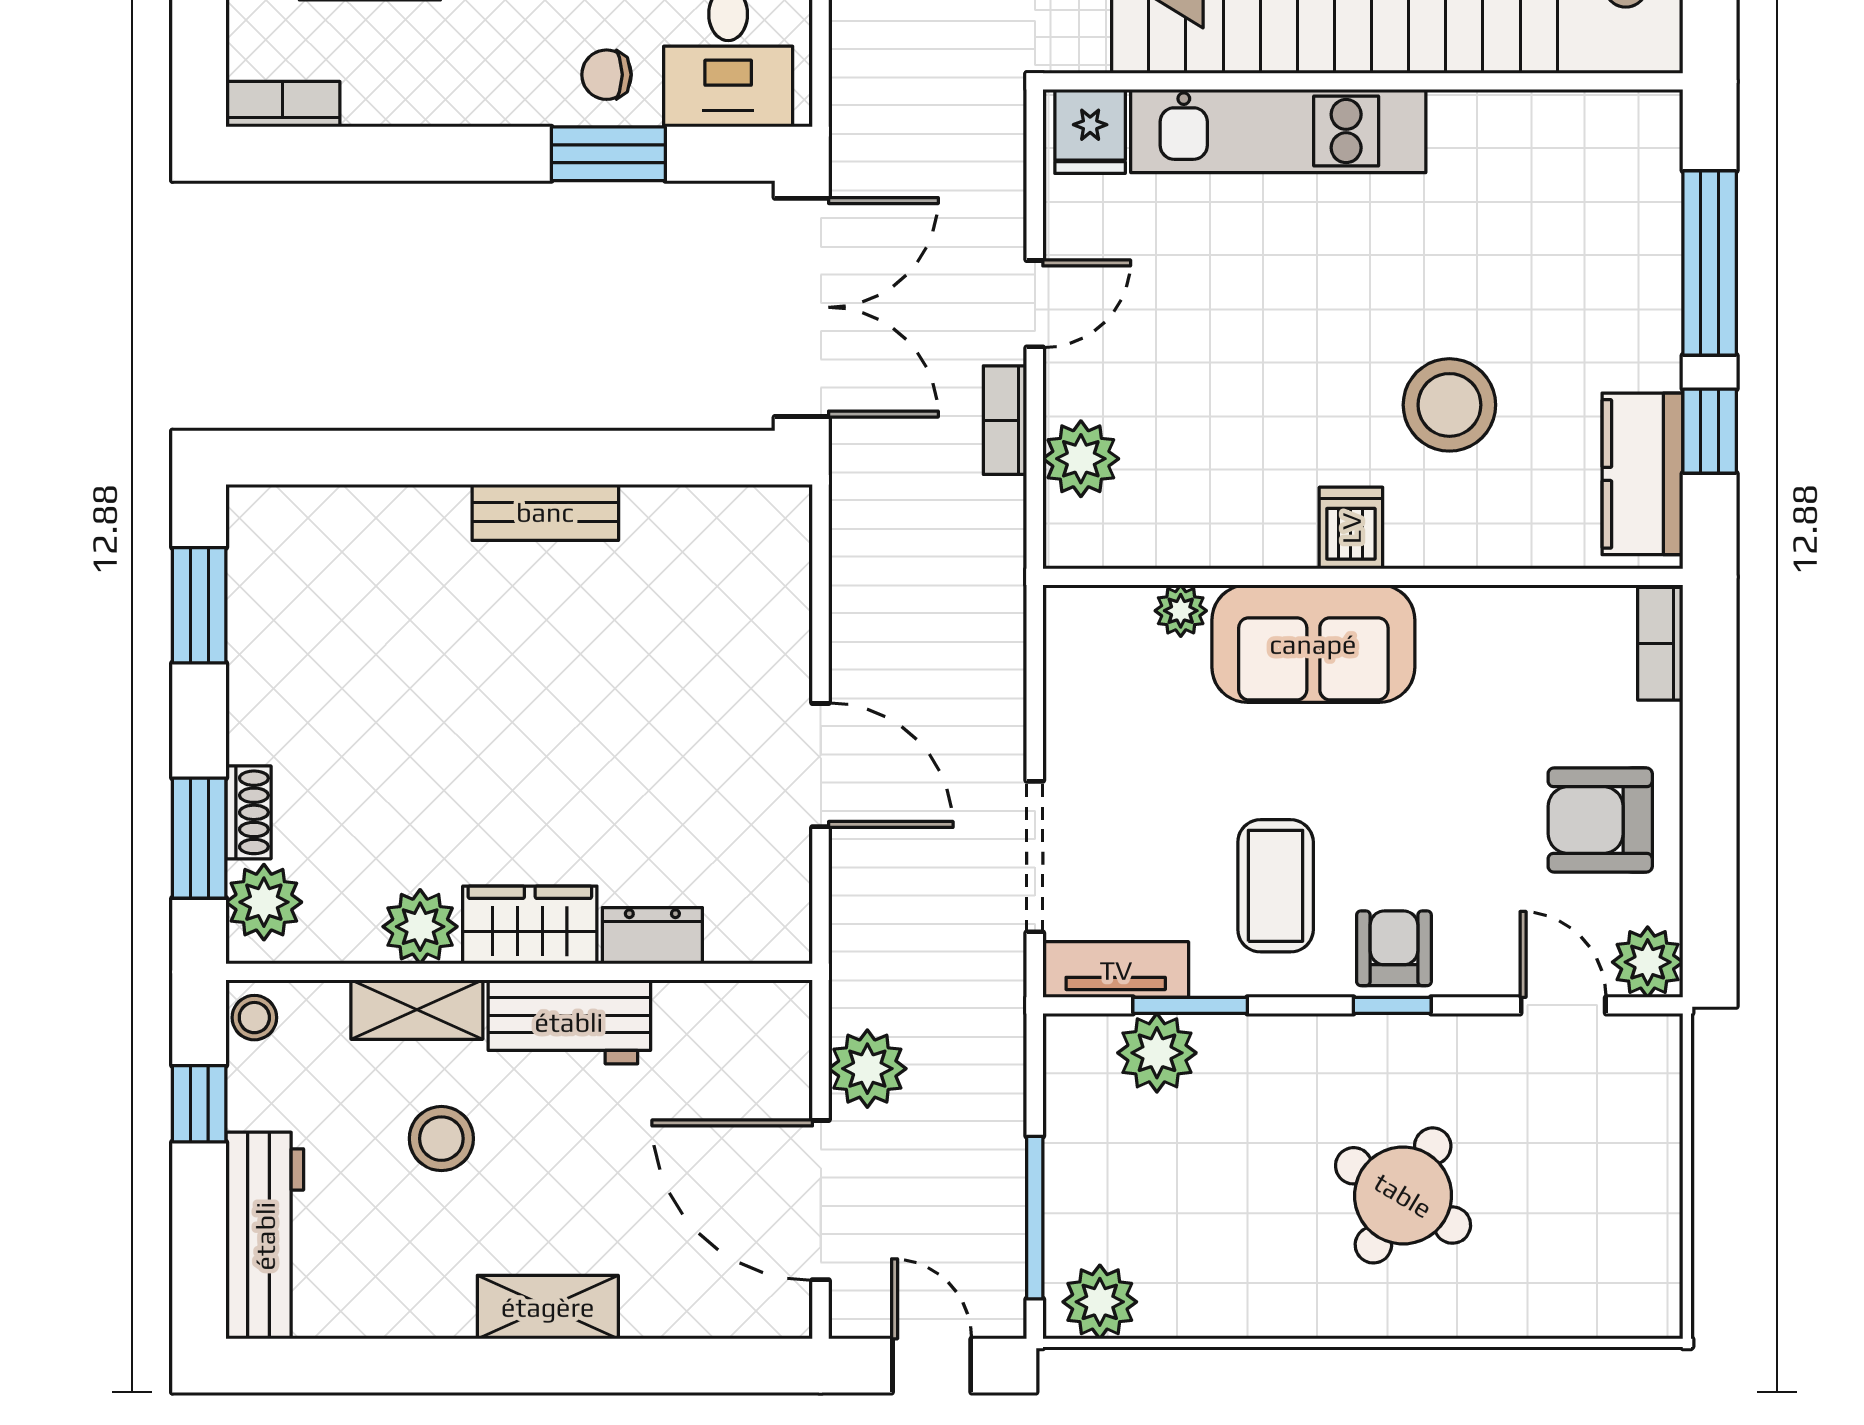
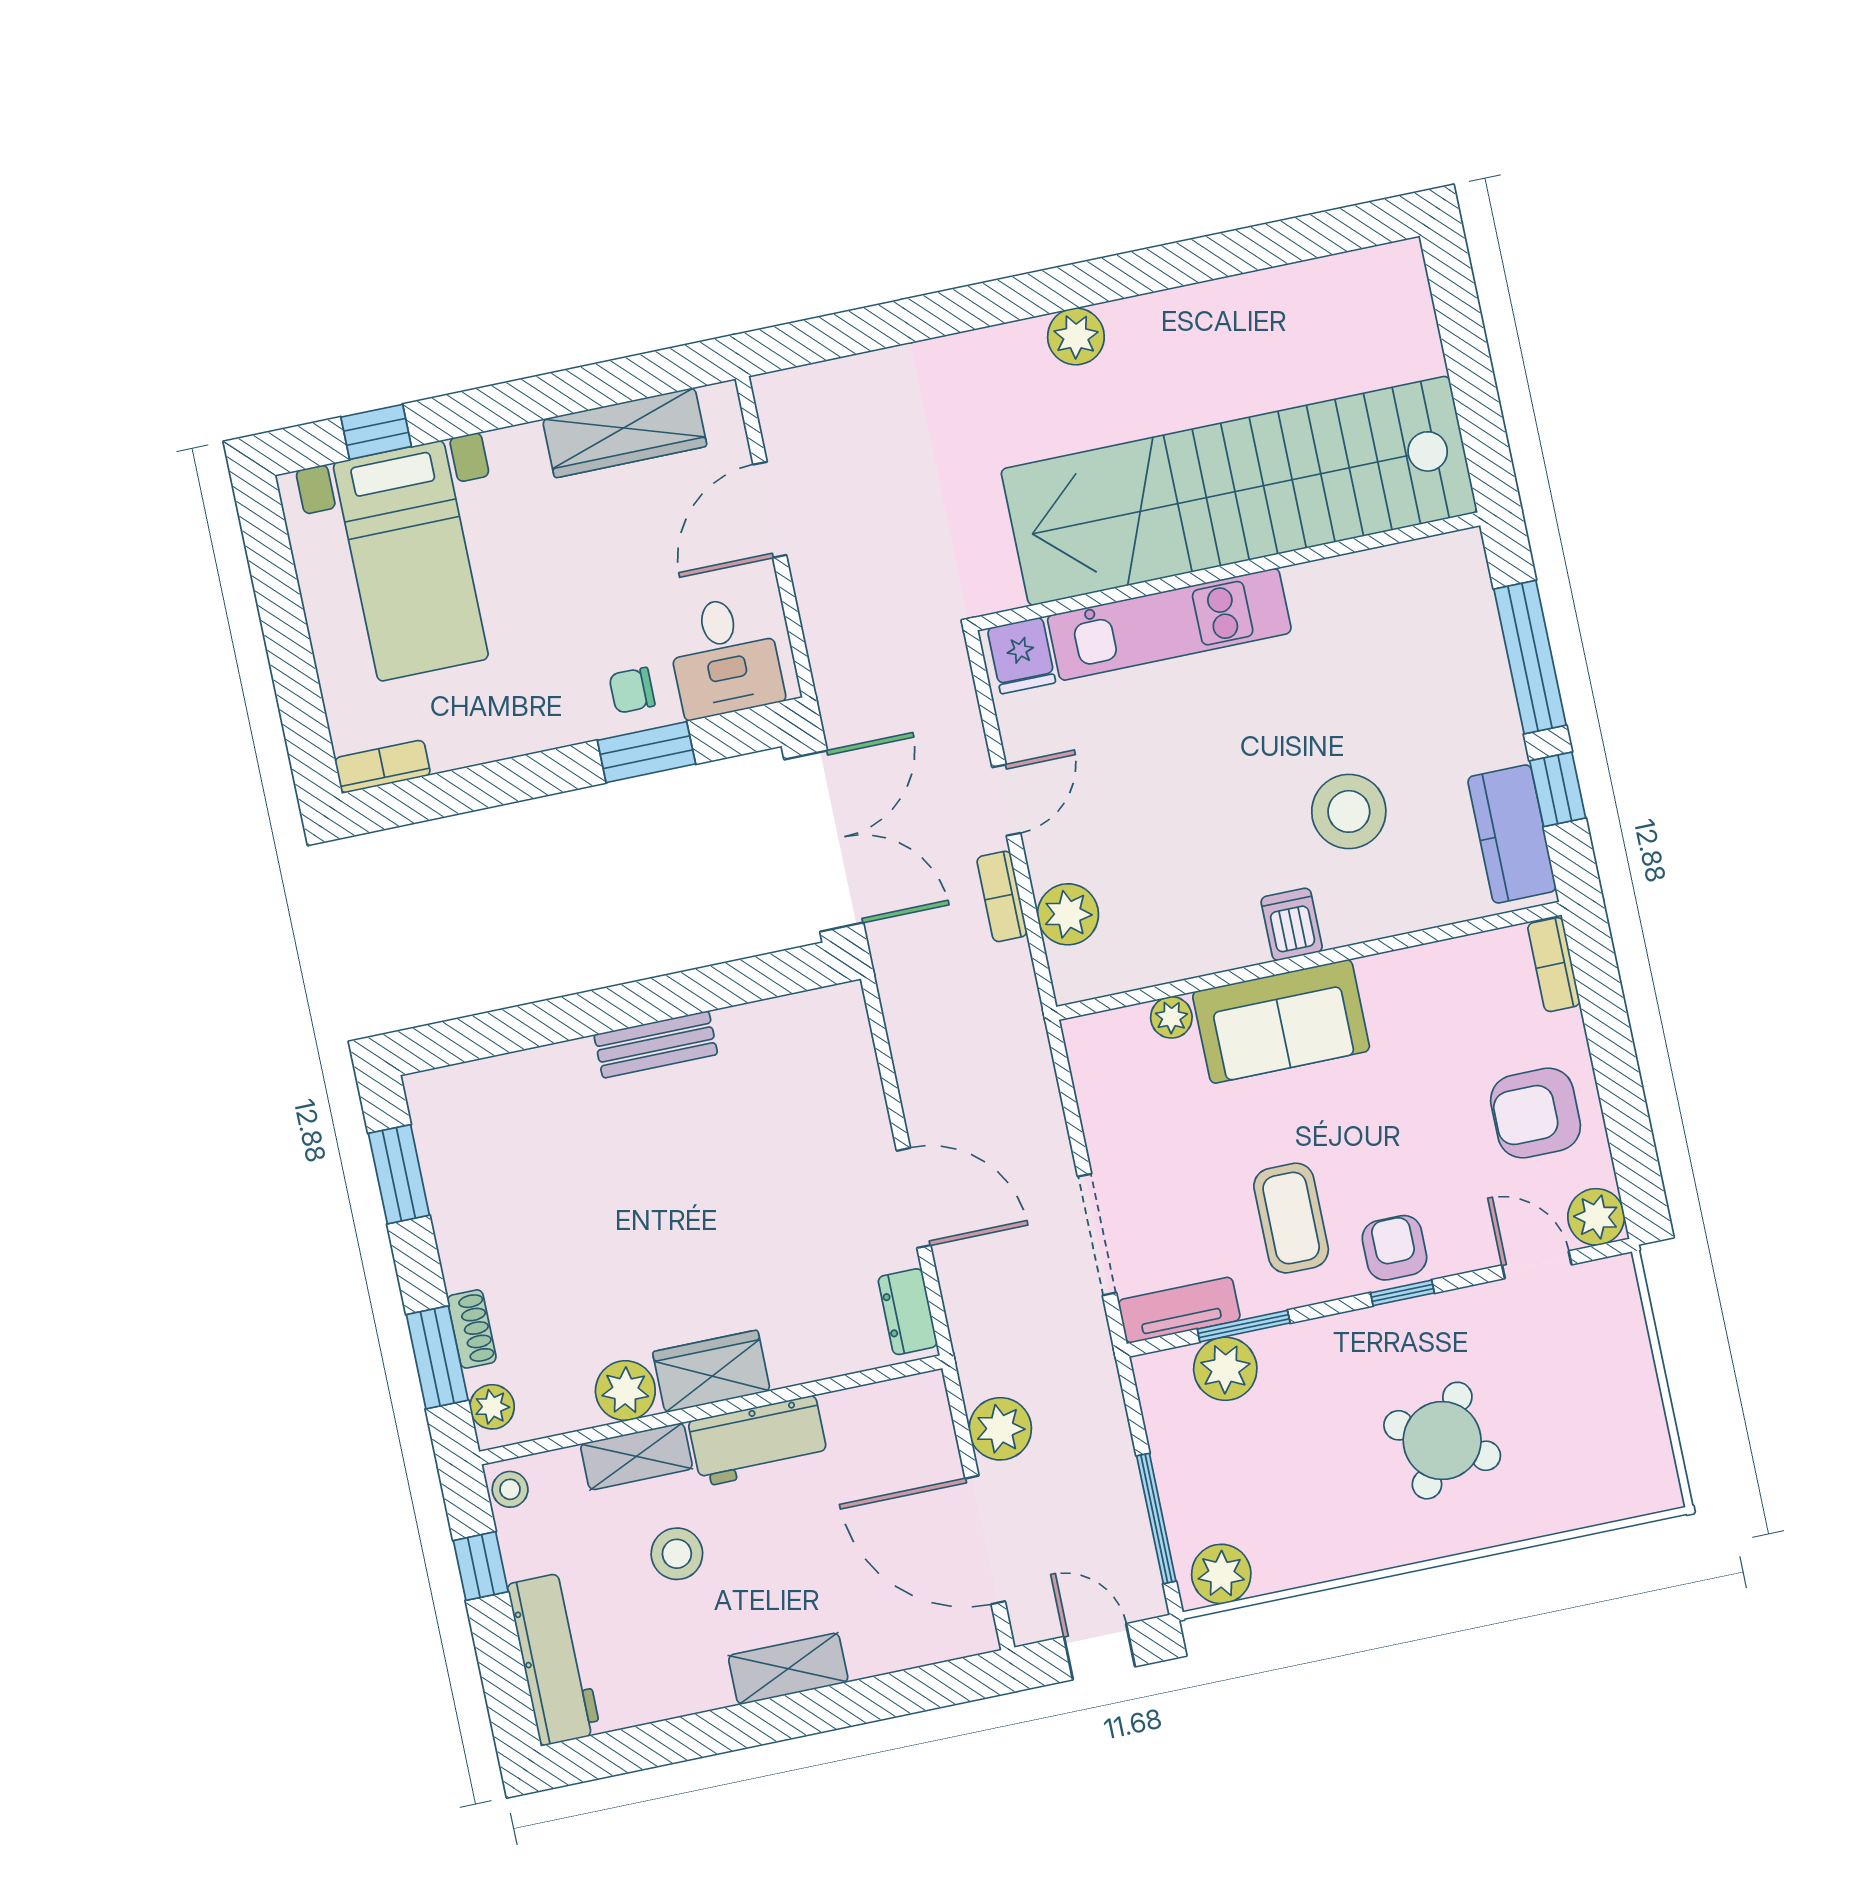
plant: (264, 902) -> (492, 1407), width x0.73, depth x0.73
dresser: (652, 936) -> (908, 1312), moved, turned -90

